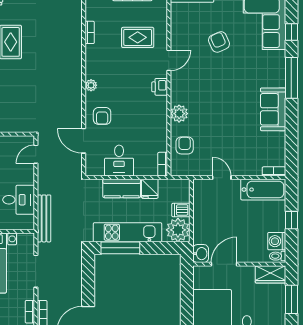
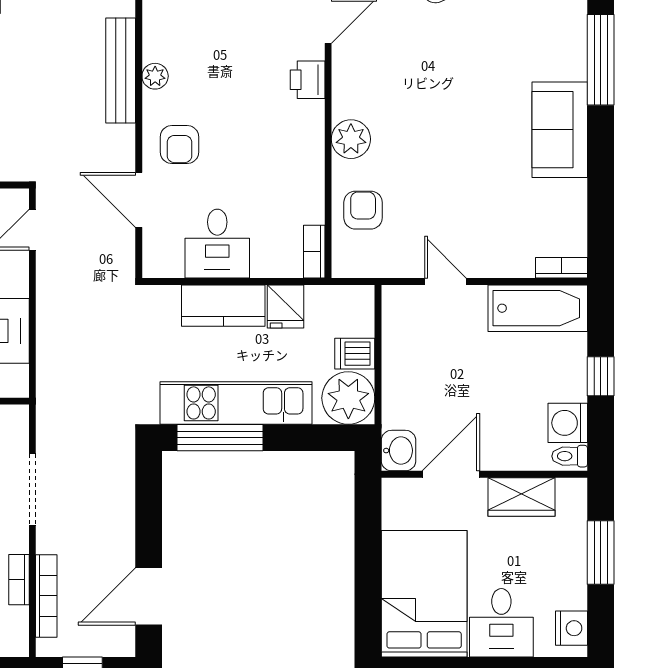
bench: (44, 218) -> (121, 70), moved
wardrobe: (270, 274) -> (521, 497), moved

